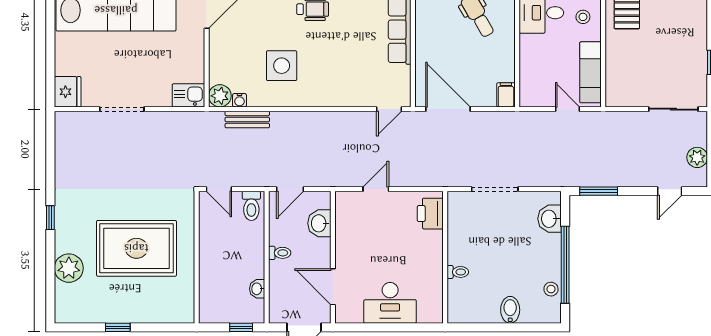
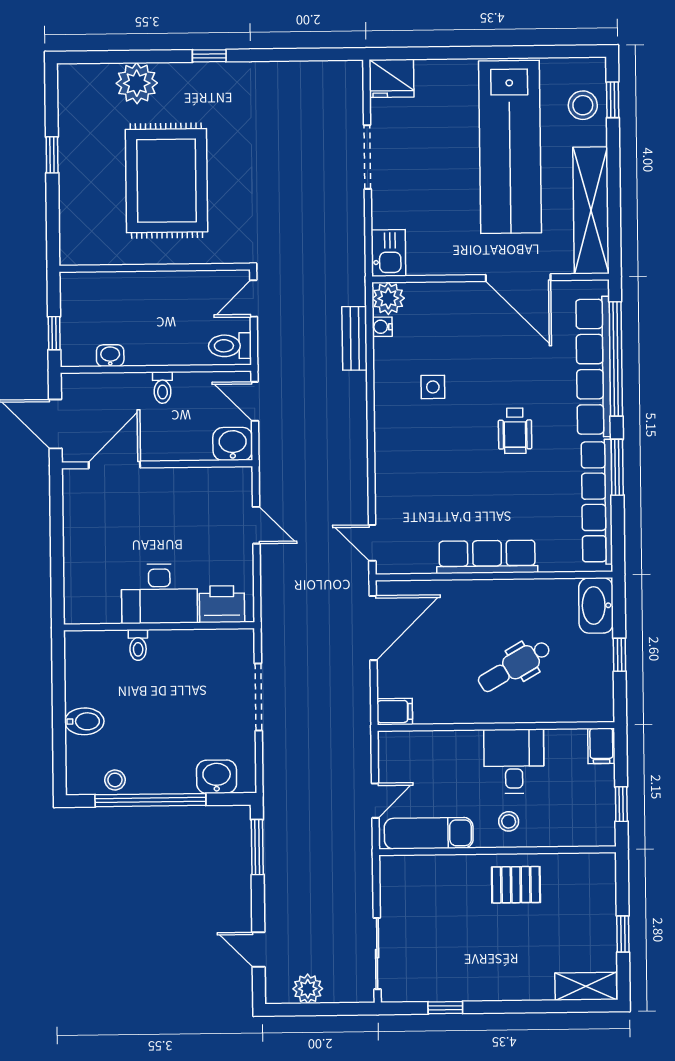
side table: (282, 66) -> (433, 387), width x0.54, depth x0.54
washbasin: (319, 223) -> (233, 444), moved
desk: (390, 303) -> (159, 594), moved, turned -90

